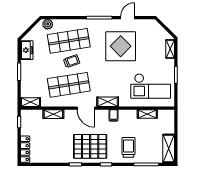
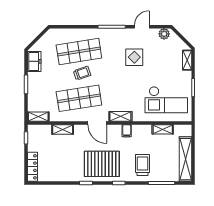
plant: (48, 24) -> (164, 34), moved
display table: (121, 46) -> (134, 57), width x0.54, depth x0.54
shelving: (169, 149) -> (185, 159), width x1.47

